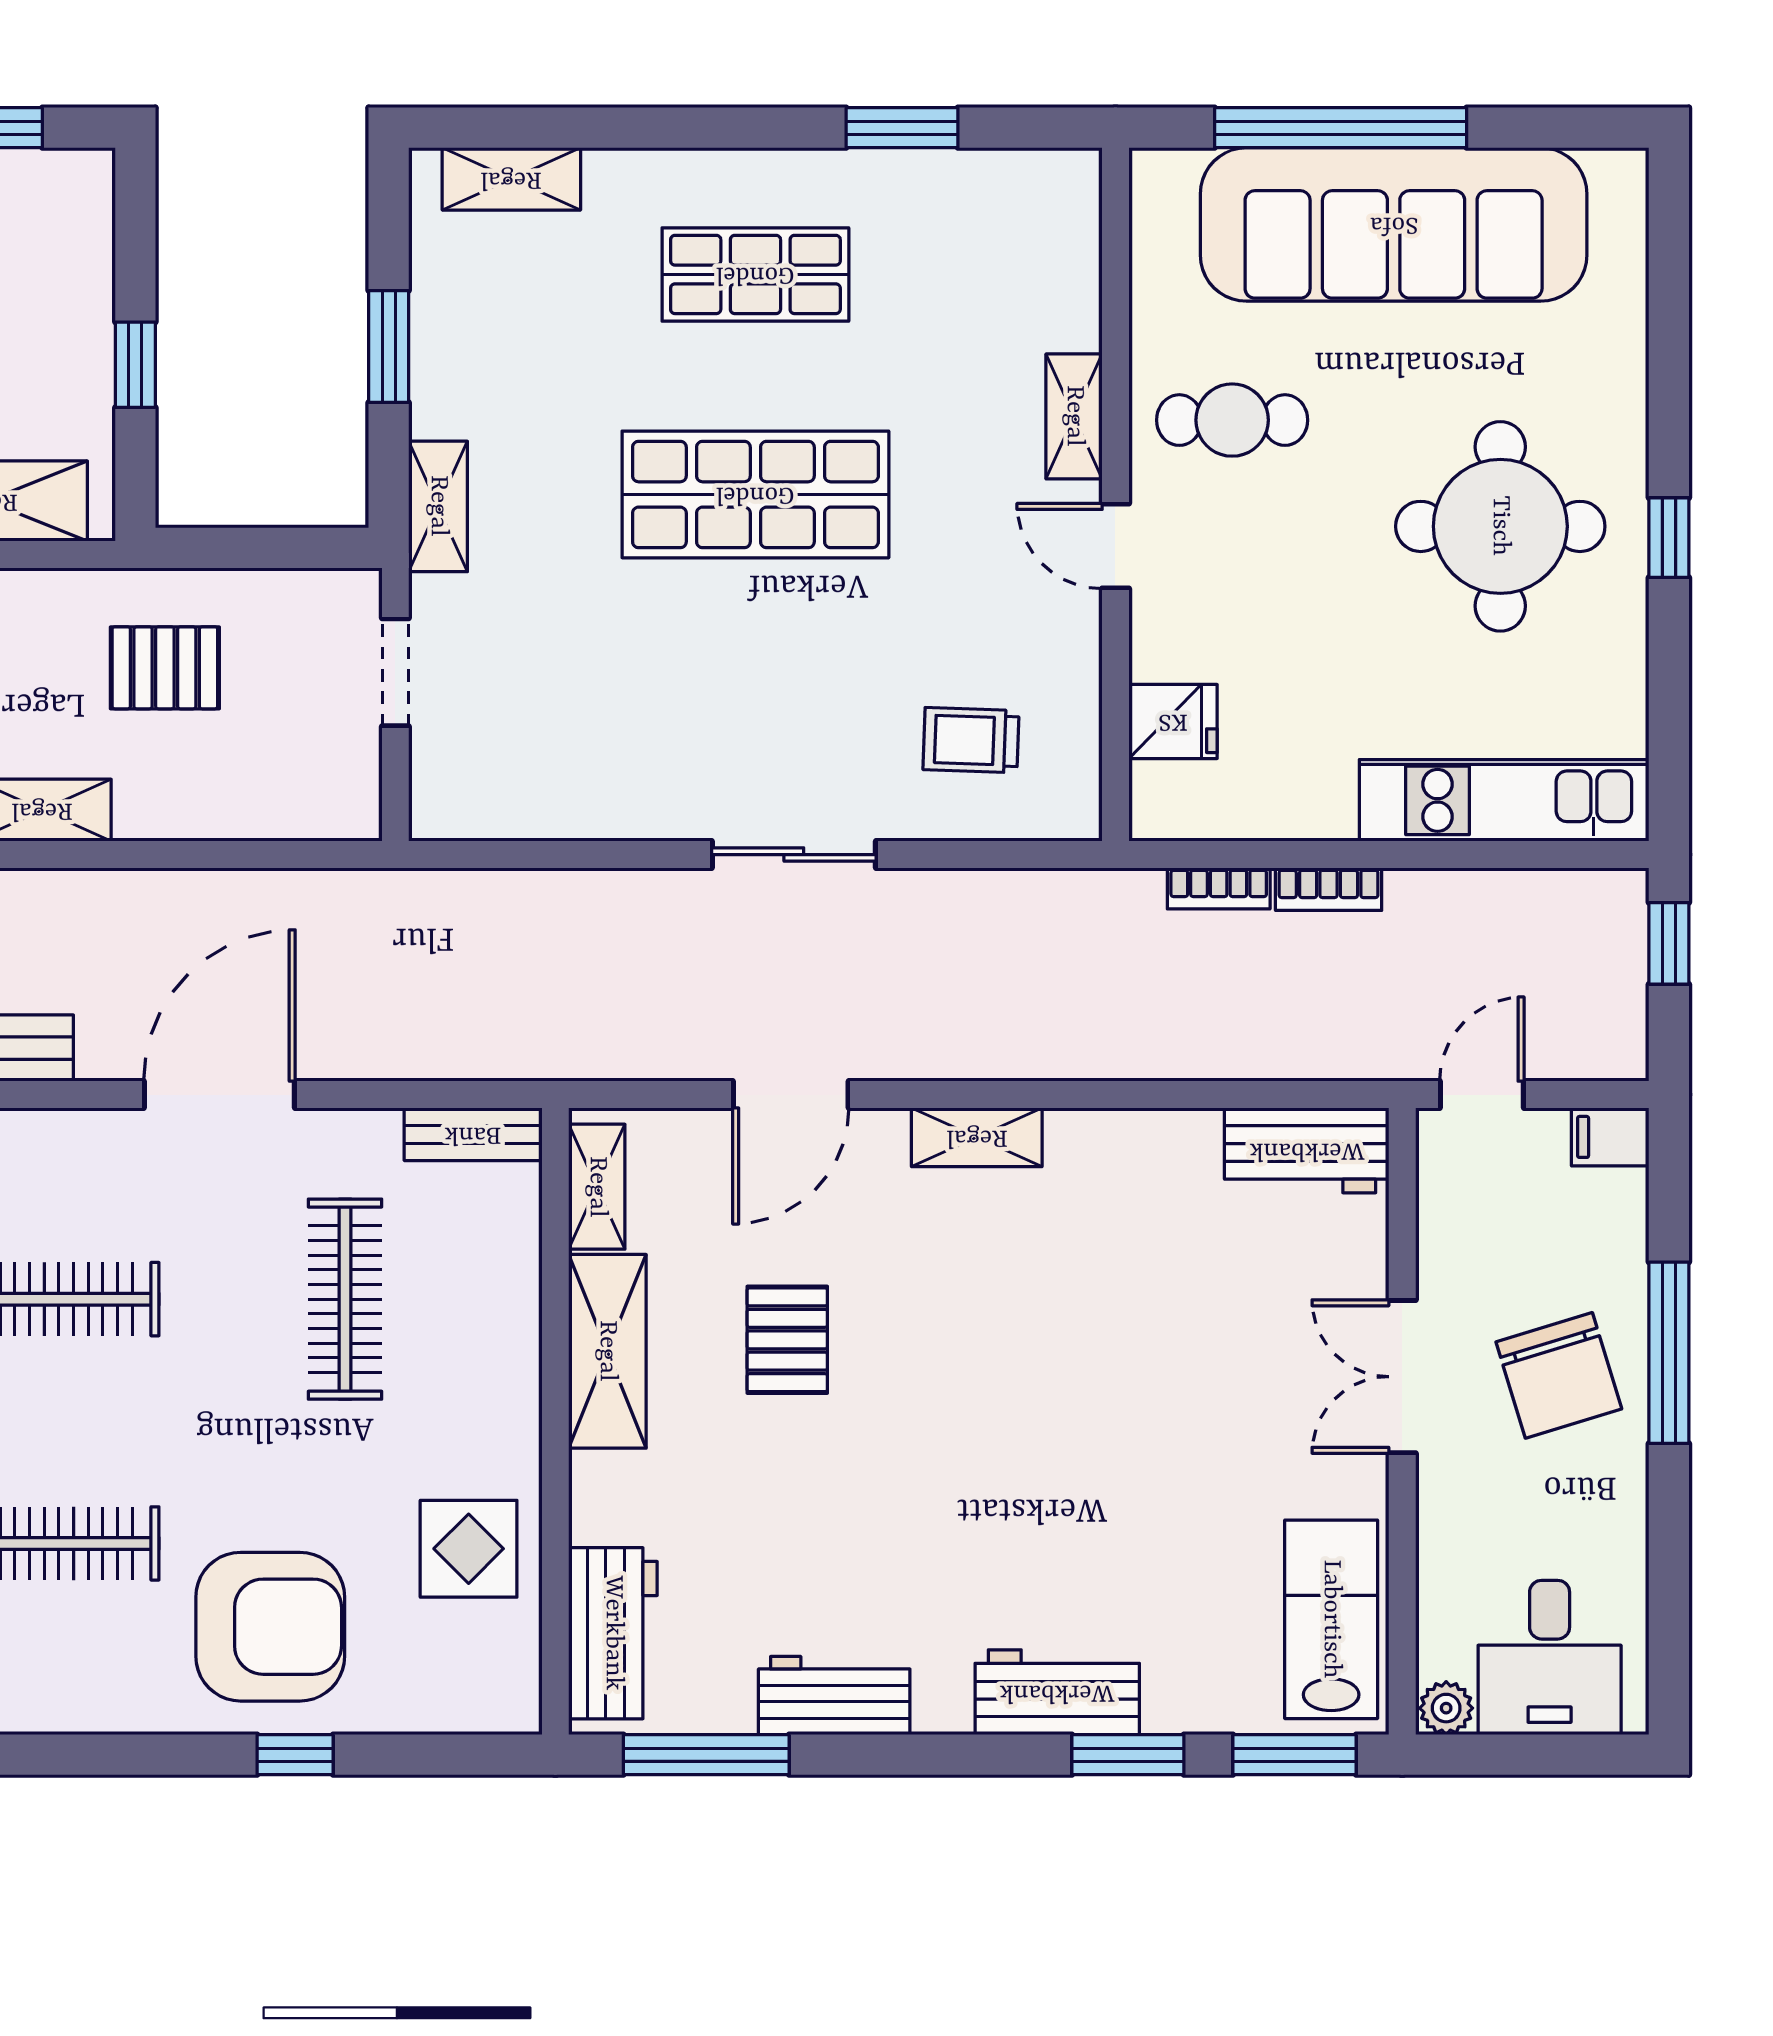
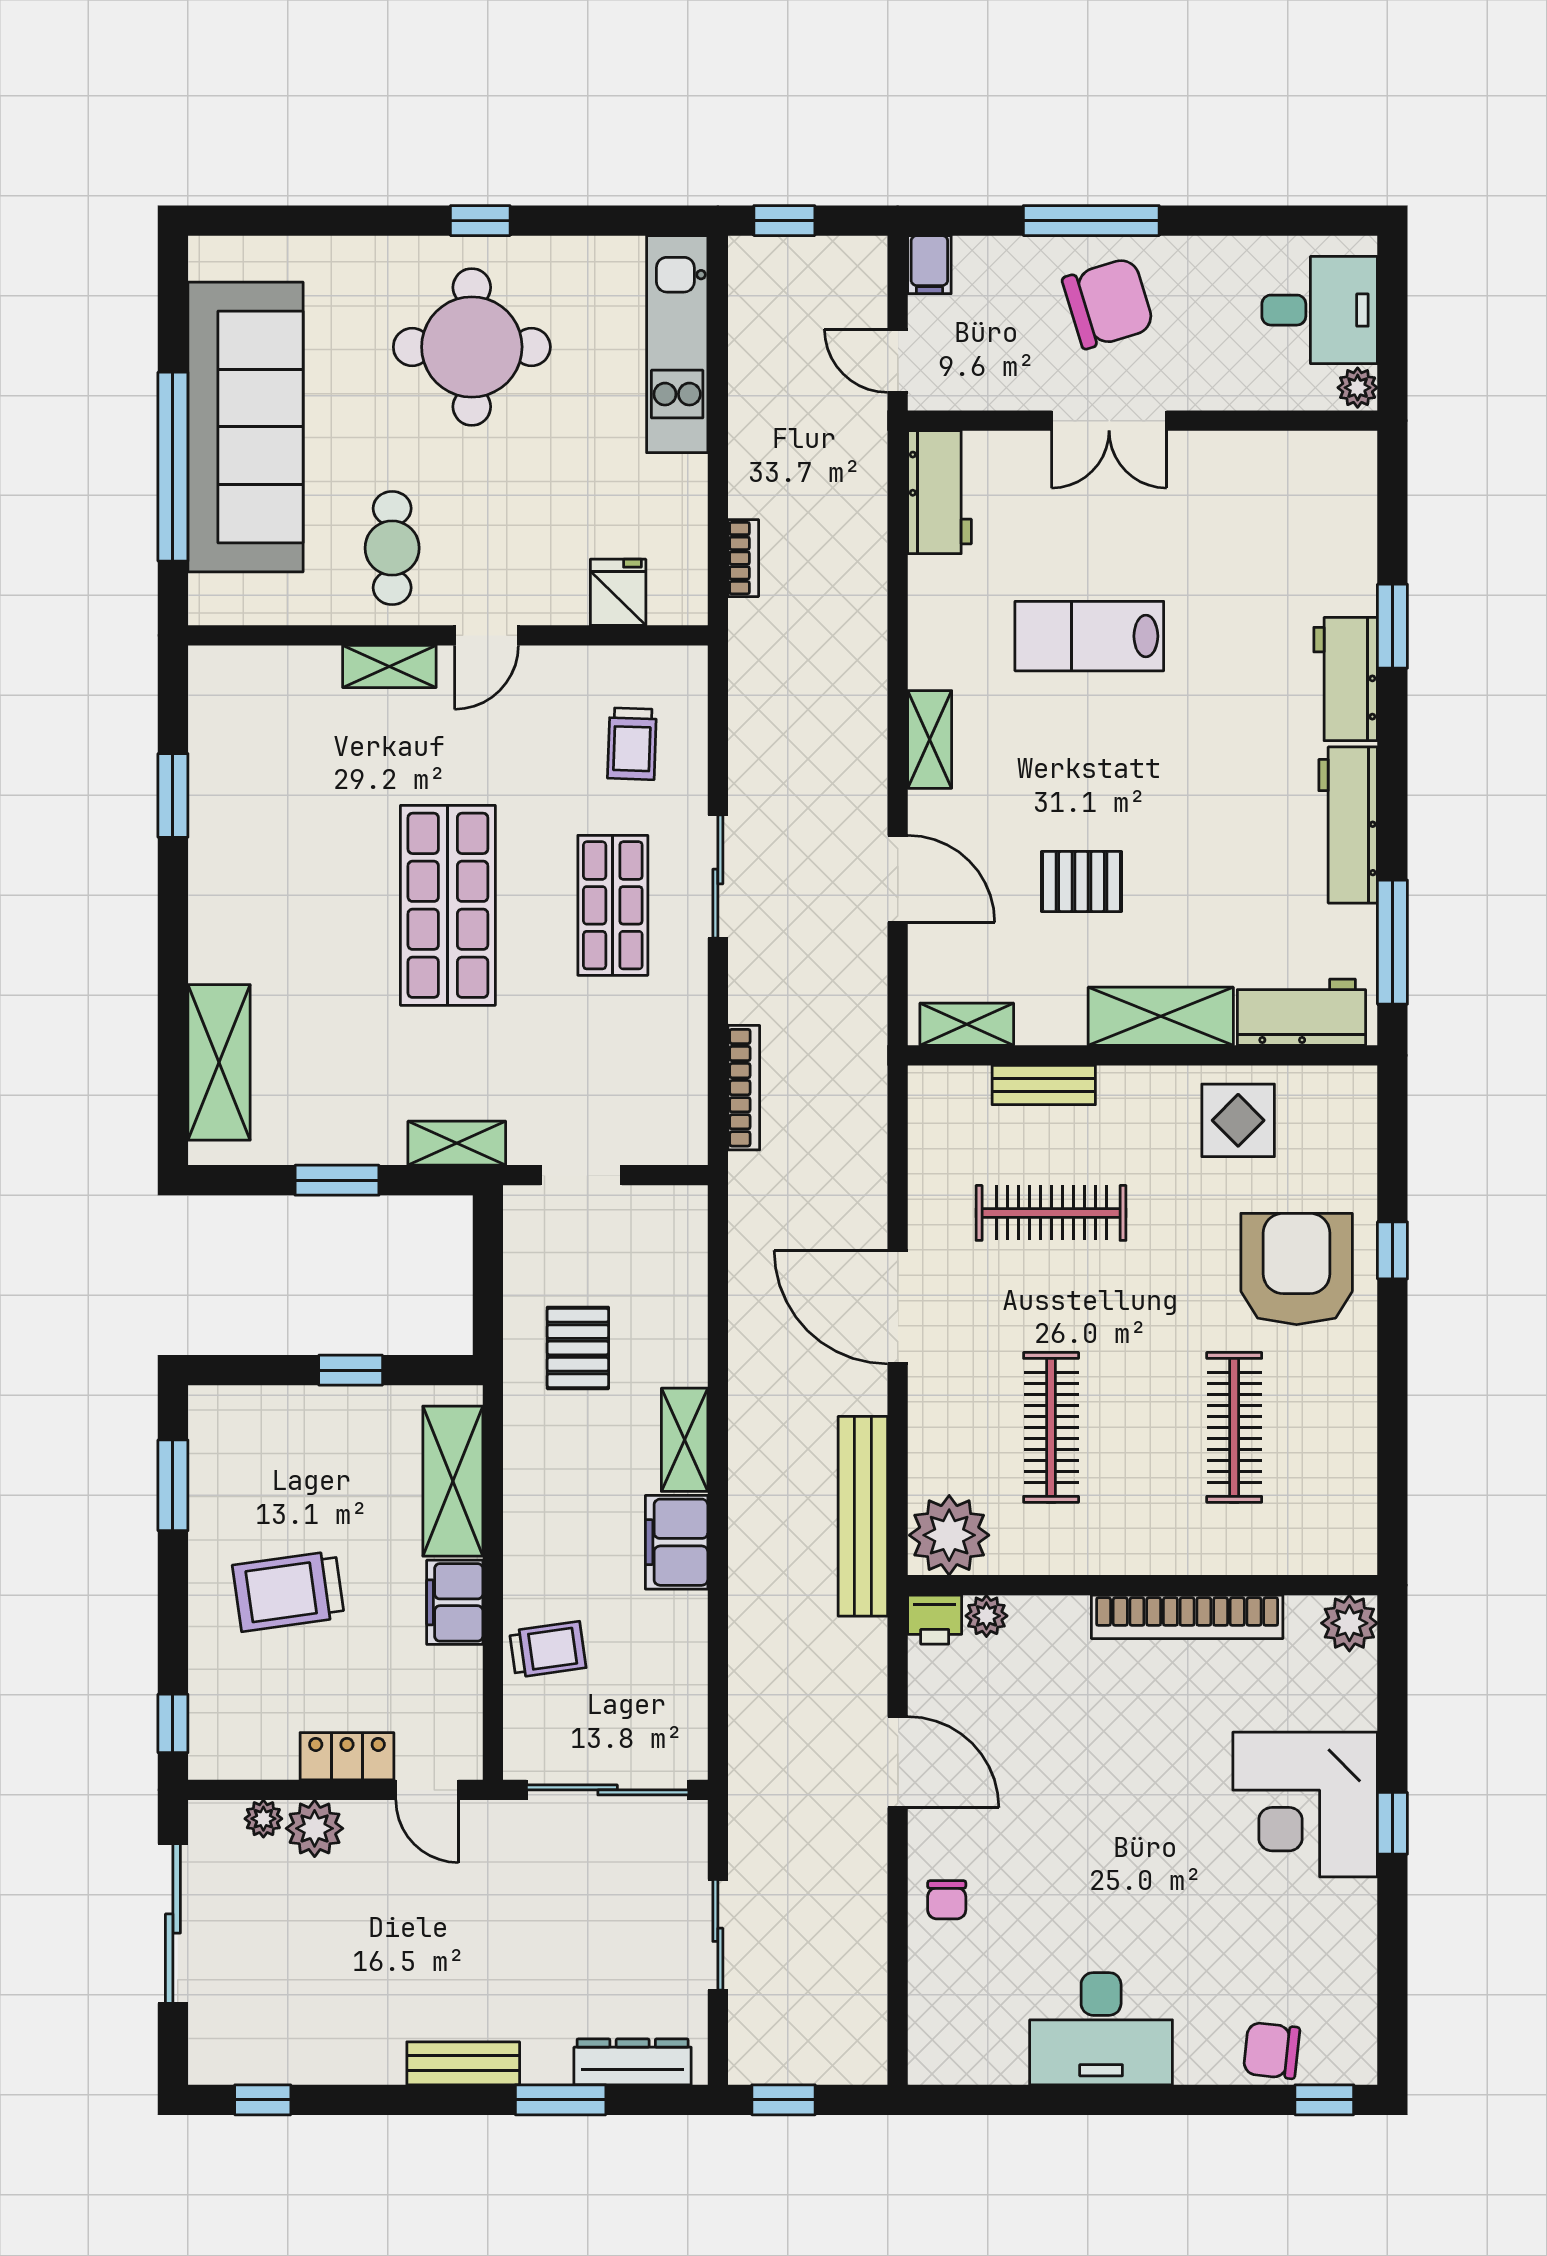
shelving: (511, 179) -> (219, 1062), width x1.50, depth x1.33
shop shelf: (755, 274) -> (613, 905), moved
bookcase: (1329, 889) -> (744, 1088), moved, width x1.56
bench: (473, 1134) -> (1044, 1085), moved, turned 90
shelving: (607, 1351) -> (1161, 1016), moved
lab bench: (1331, 1619) -> (1089, 636), moved
workbench: (834, 1696) -> (1348, 825), width x1.38
window: (1294, 1755) -> (1392, 501), removed

